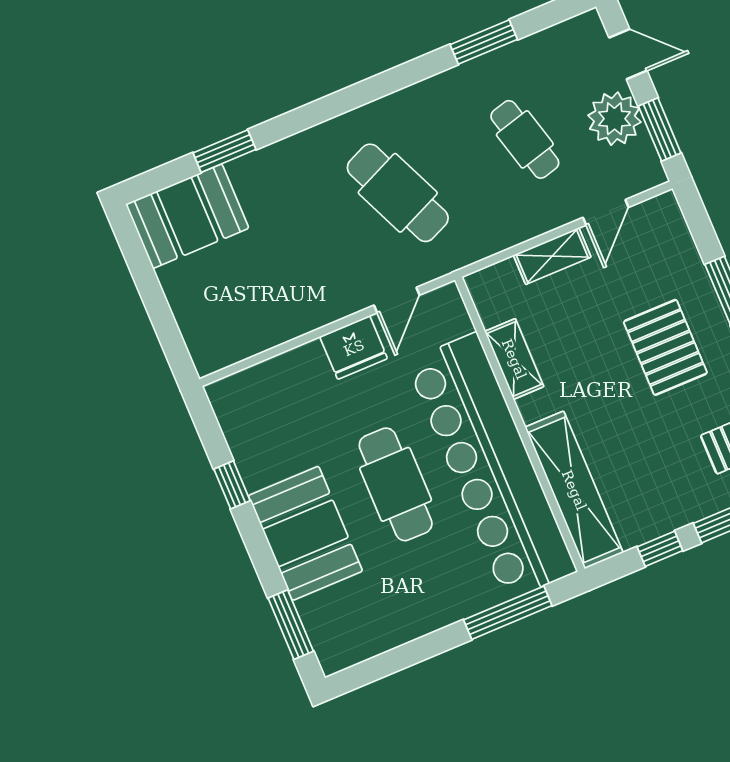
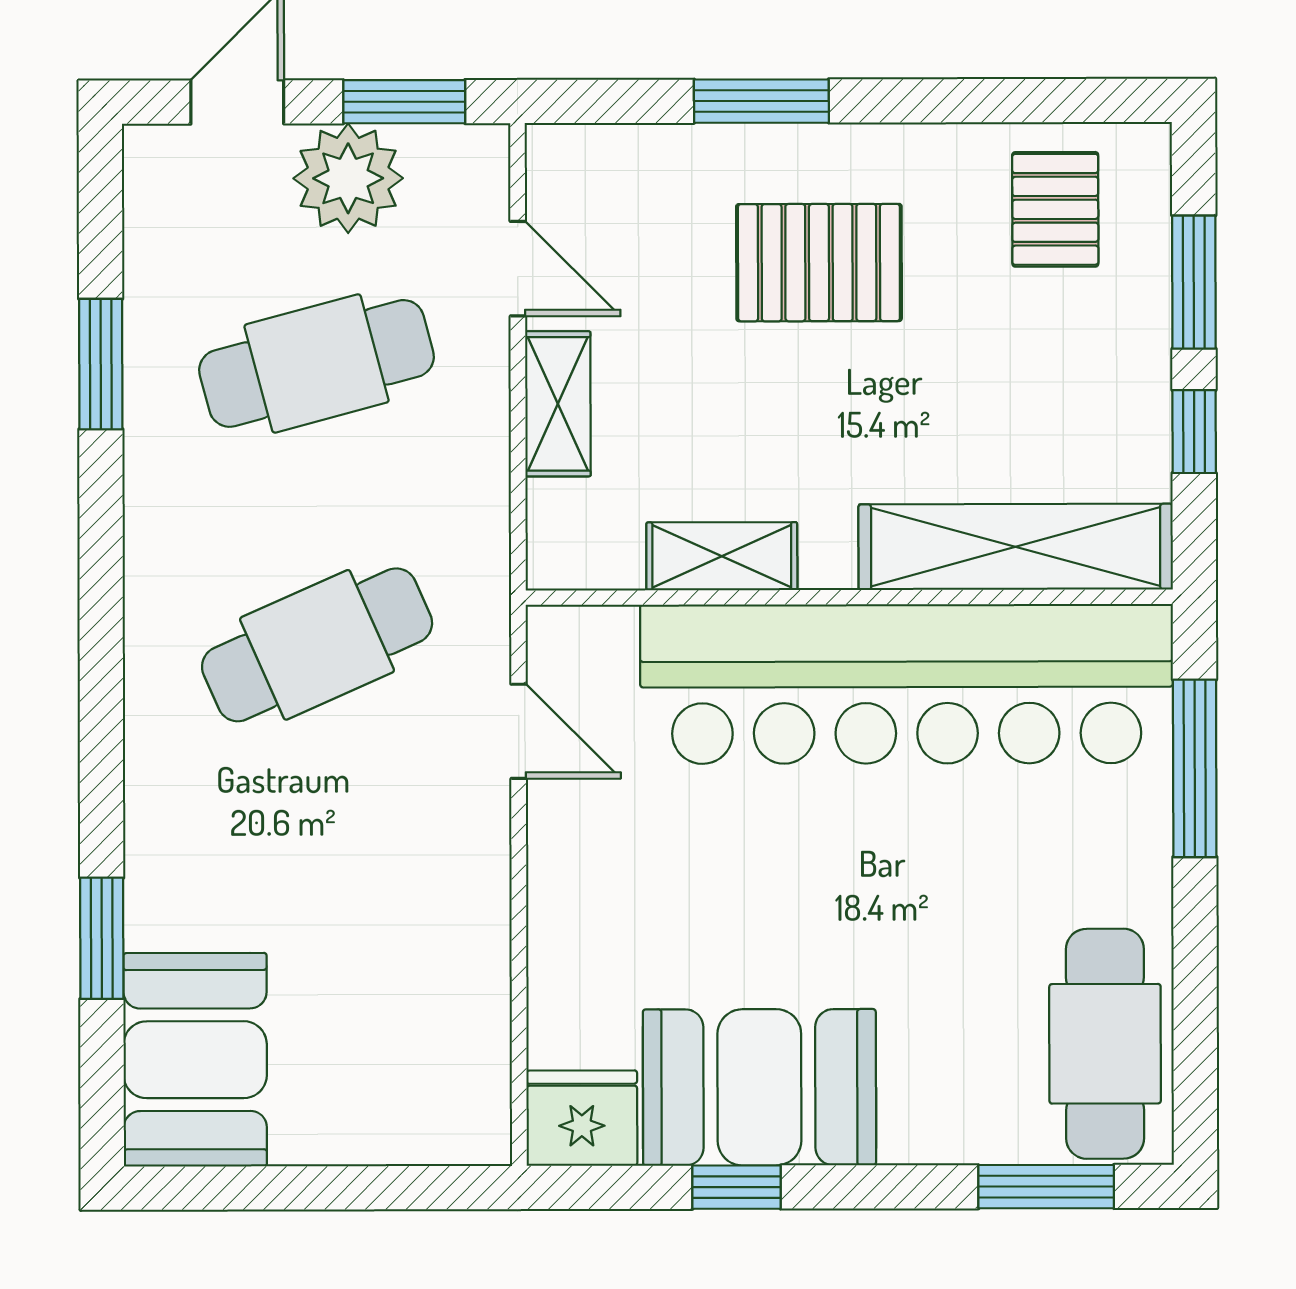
cafe table: (525, 139) -> (317, 363), width x1.37, depth x1.35
fridge: (354, 348) -> (582, 1118), moved, turned -90
cafe table: (396, 484) -> (1105, 1044), moved, turned 90
booth: (305, 533) -> (759, 1087), moved

